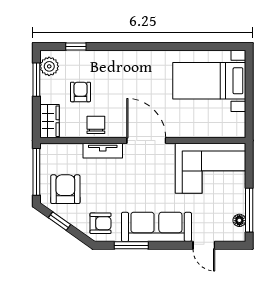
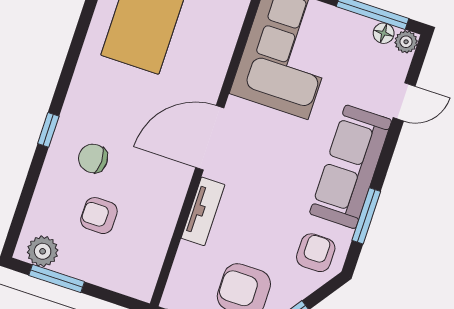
window: (76, 47) -> (48, 130), moved
wardrobe: (50, 121) -> (129, 279), removed
chair: (96, 125) -> (93, 158), moved
plant: (239, 235) -> (406, 42), added

